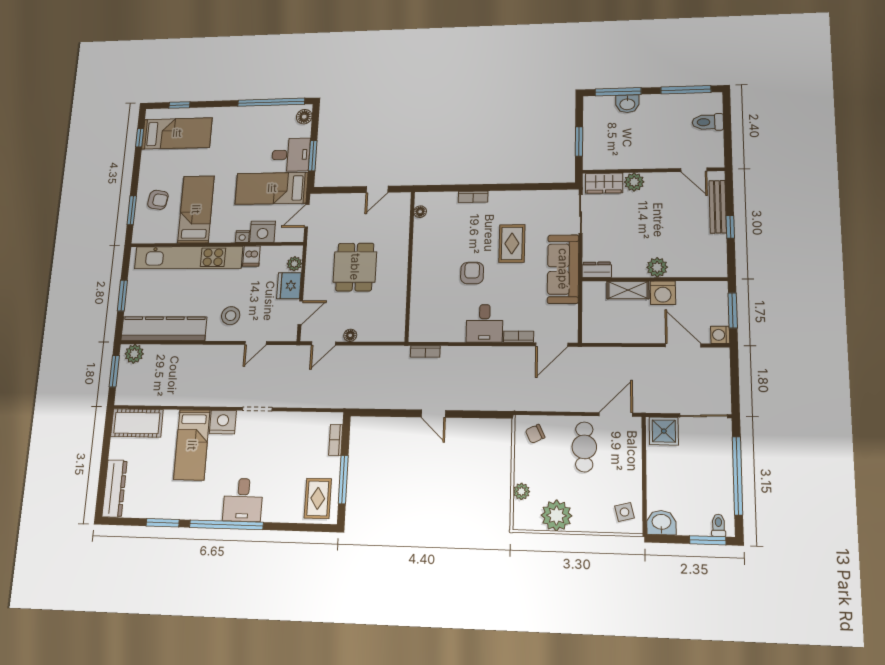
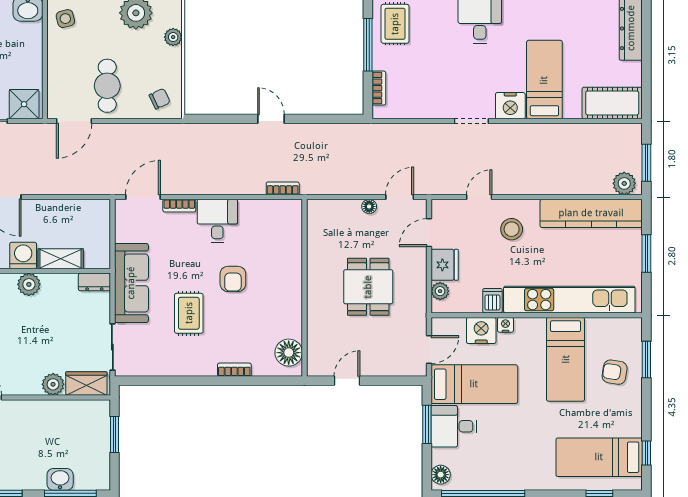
floor lamp: (420, 212) -> (289, 353), width x1.89, depth x1.89

